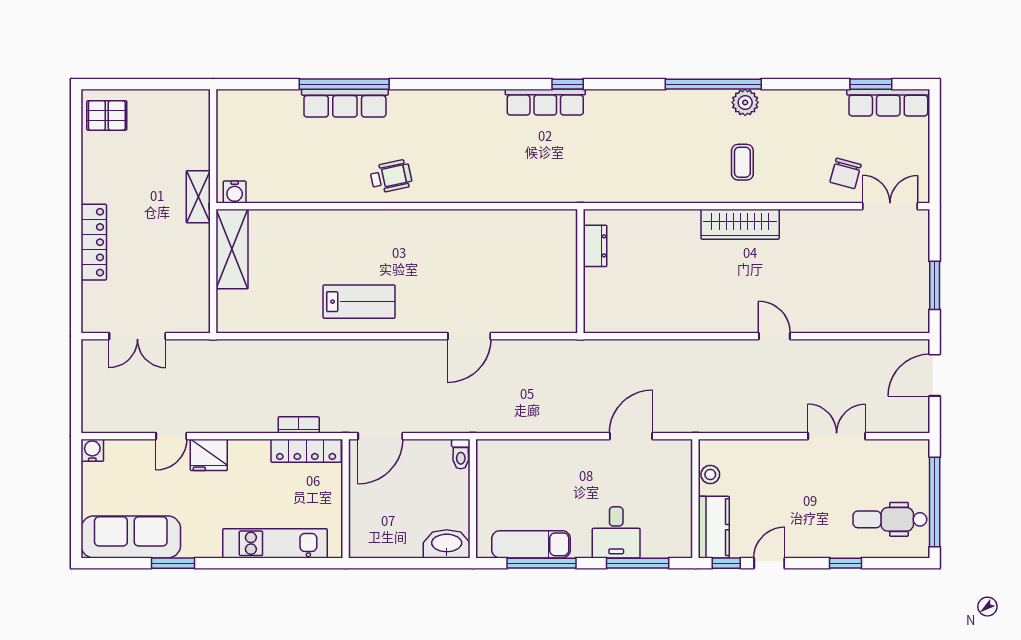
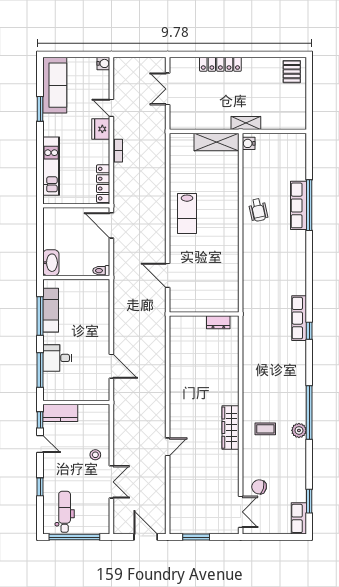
row of seats: (888, 103) -> (299, 518), width x0.68
wheelchair: (391, 176) -> (258, 210), moved
dresser: (595, 246) -> (218, 322), moved
wall: (580, 271) -> (204, 314), moved
bookcase: (299, 425) -> (118, 151), moved
stool: (710, 475) -> (95, 455), moved

